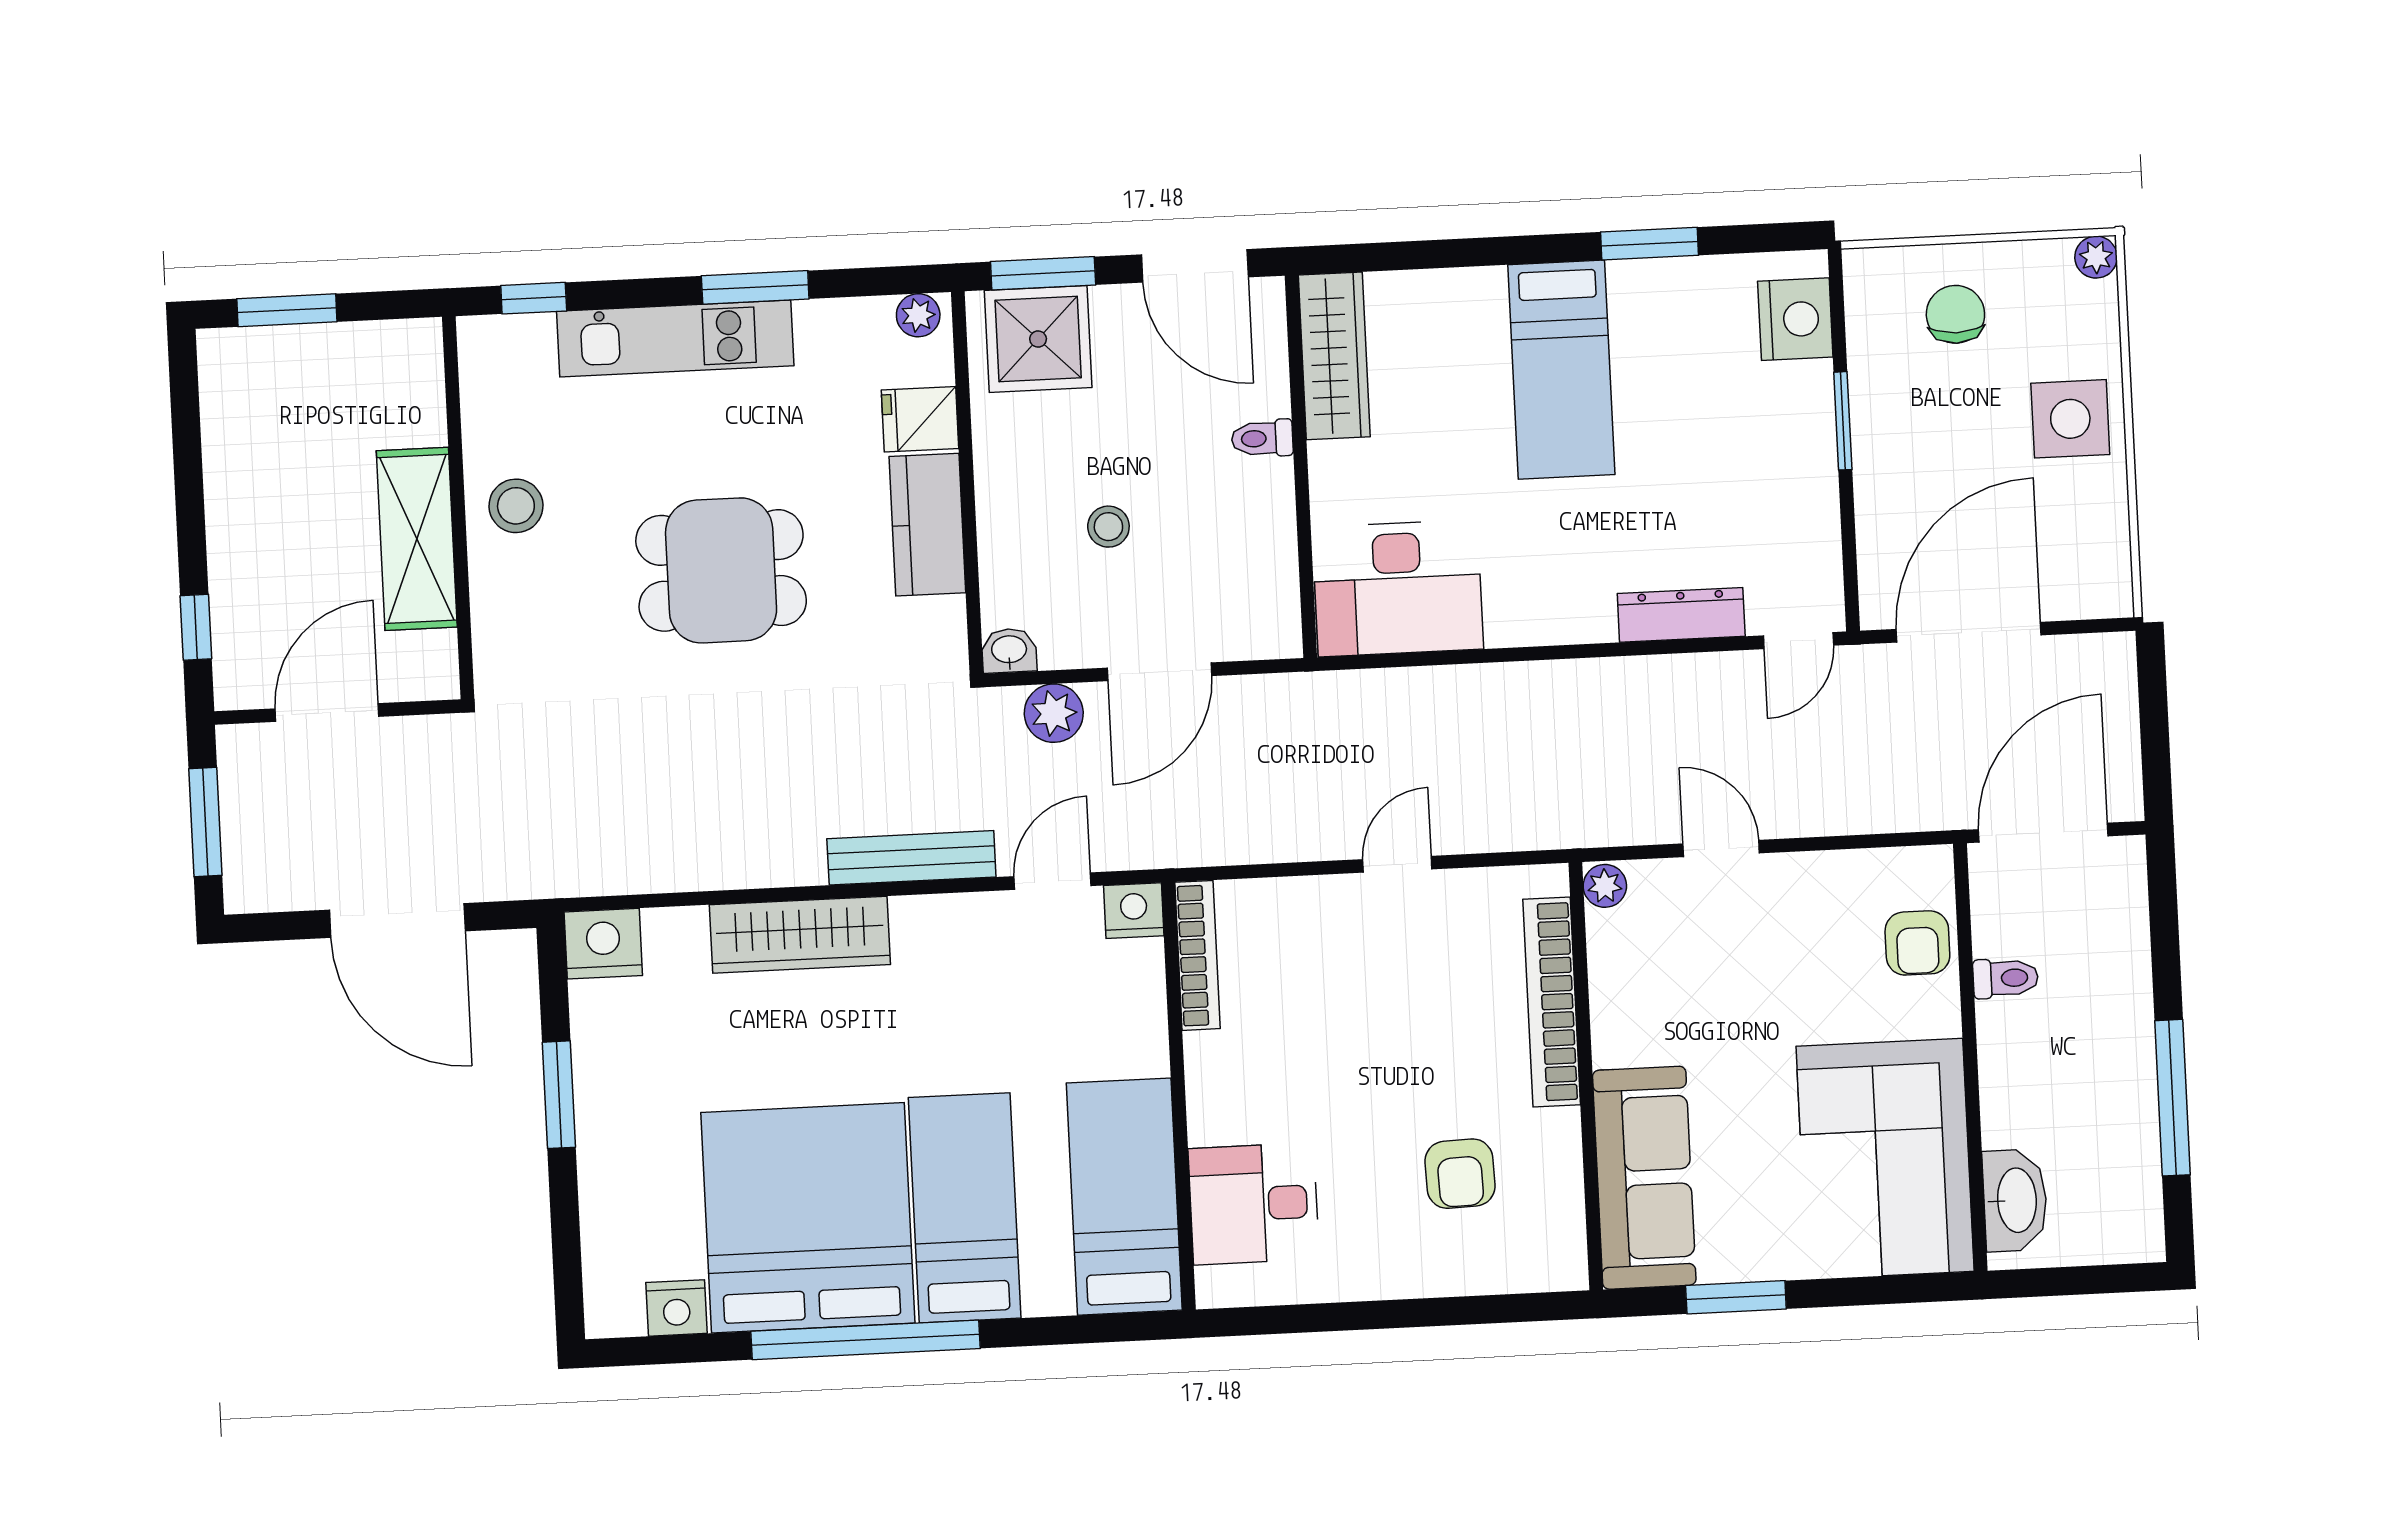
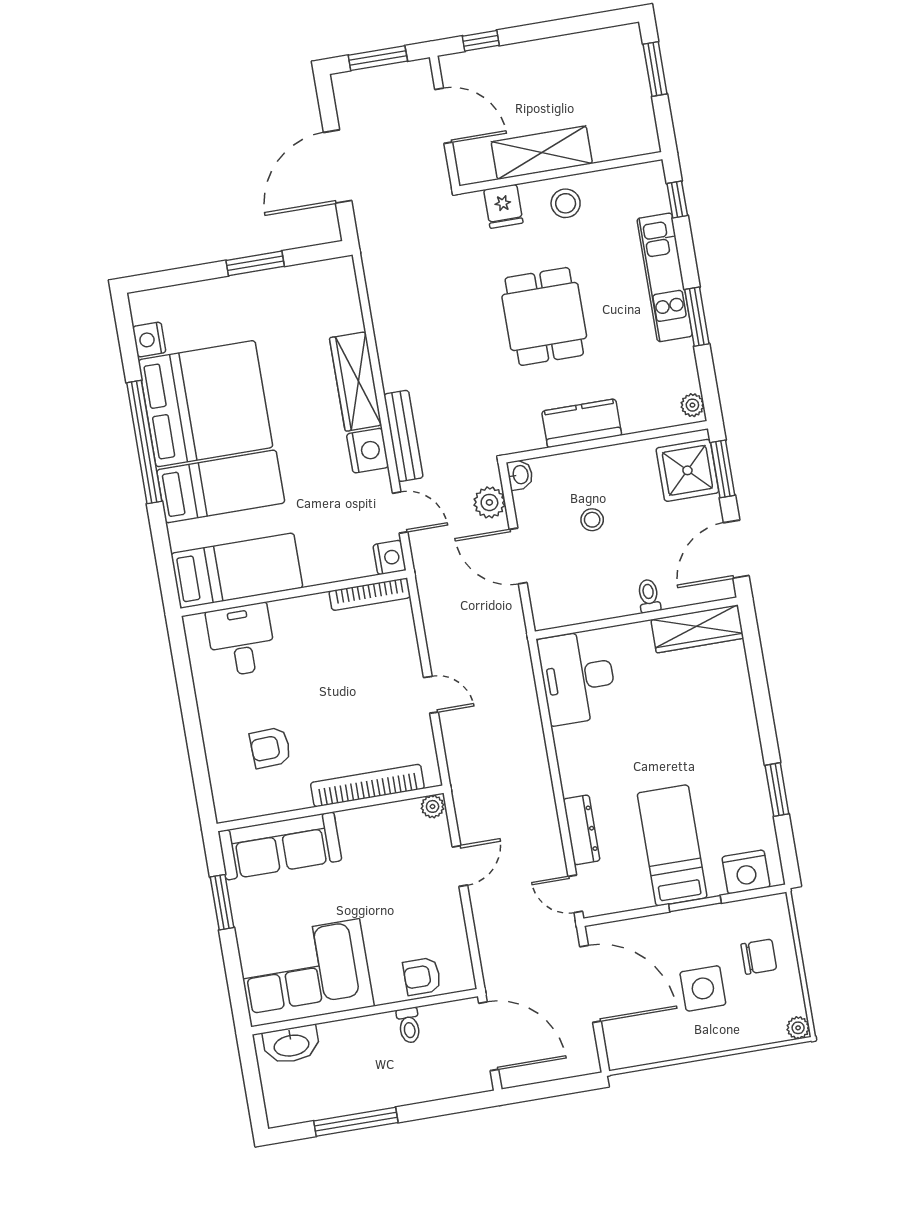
bed: (1561, 370) -> (672, 845), moved, turned 90
fridge: (920, 419) -> (503, 206), moved, turned 180
side table: (2070, 419) -> (703, 988), moved
nightstand: (603, 944) -> (368, 451), moved

